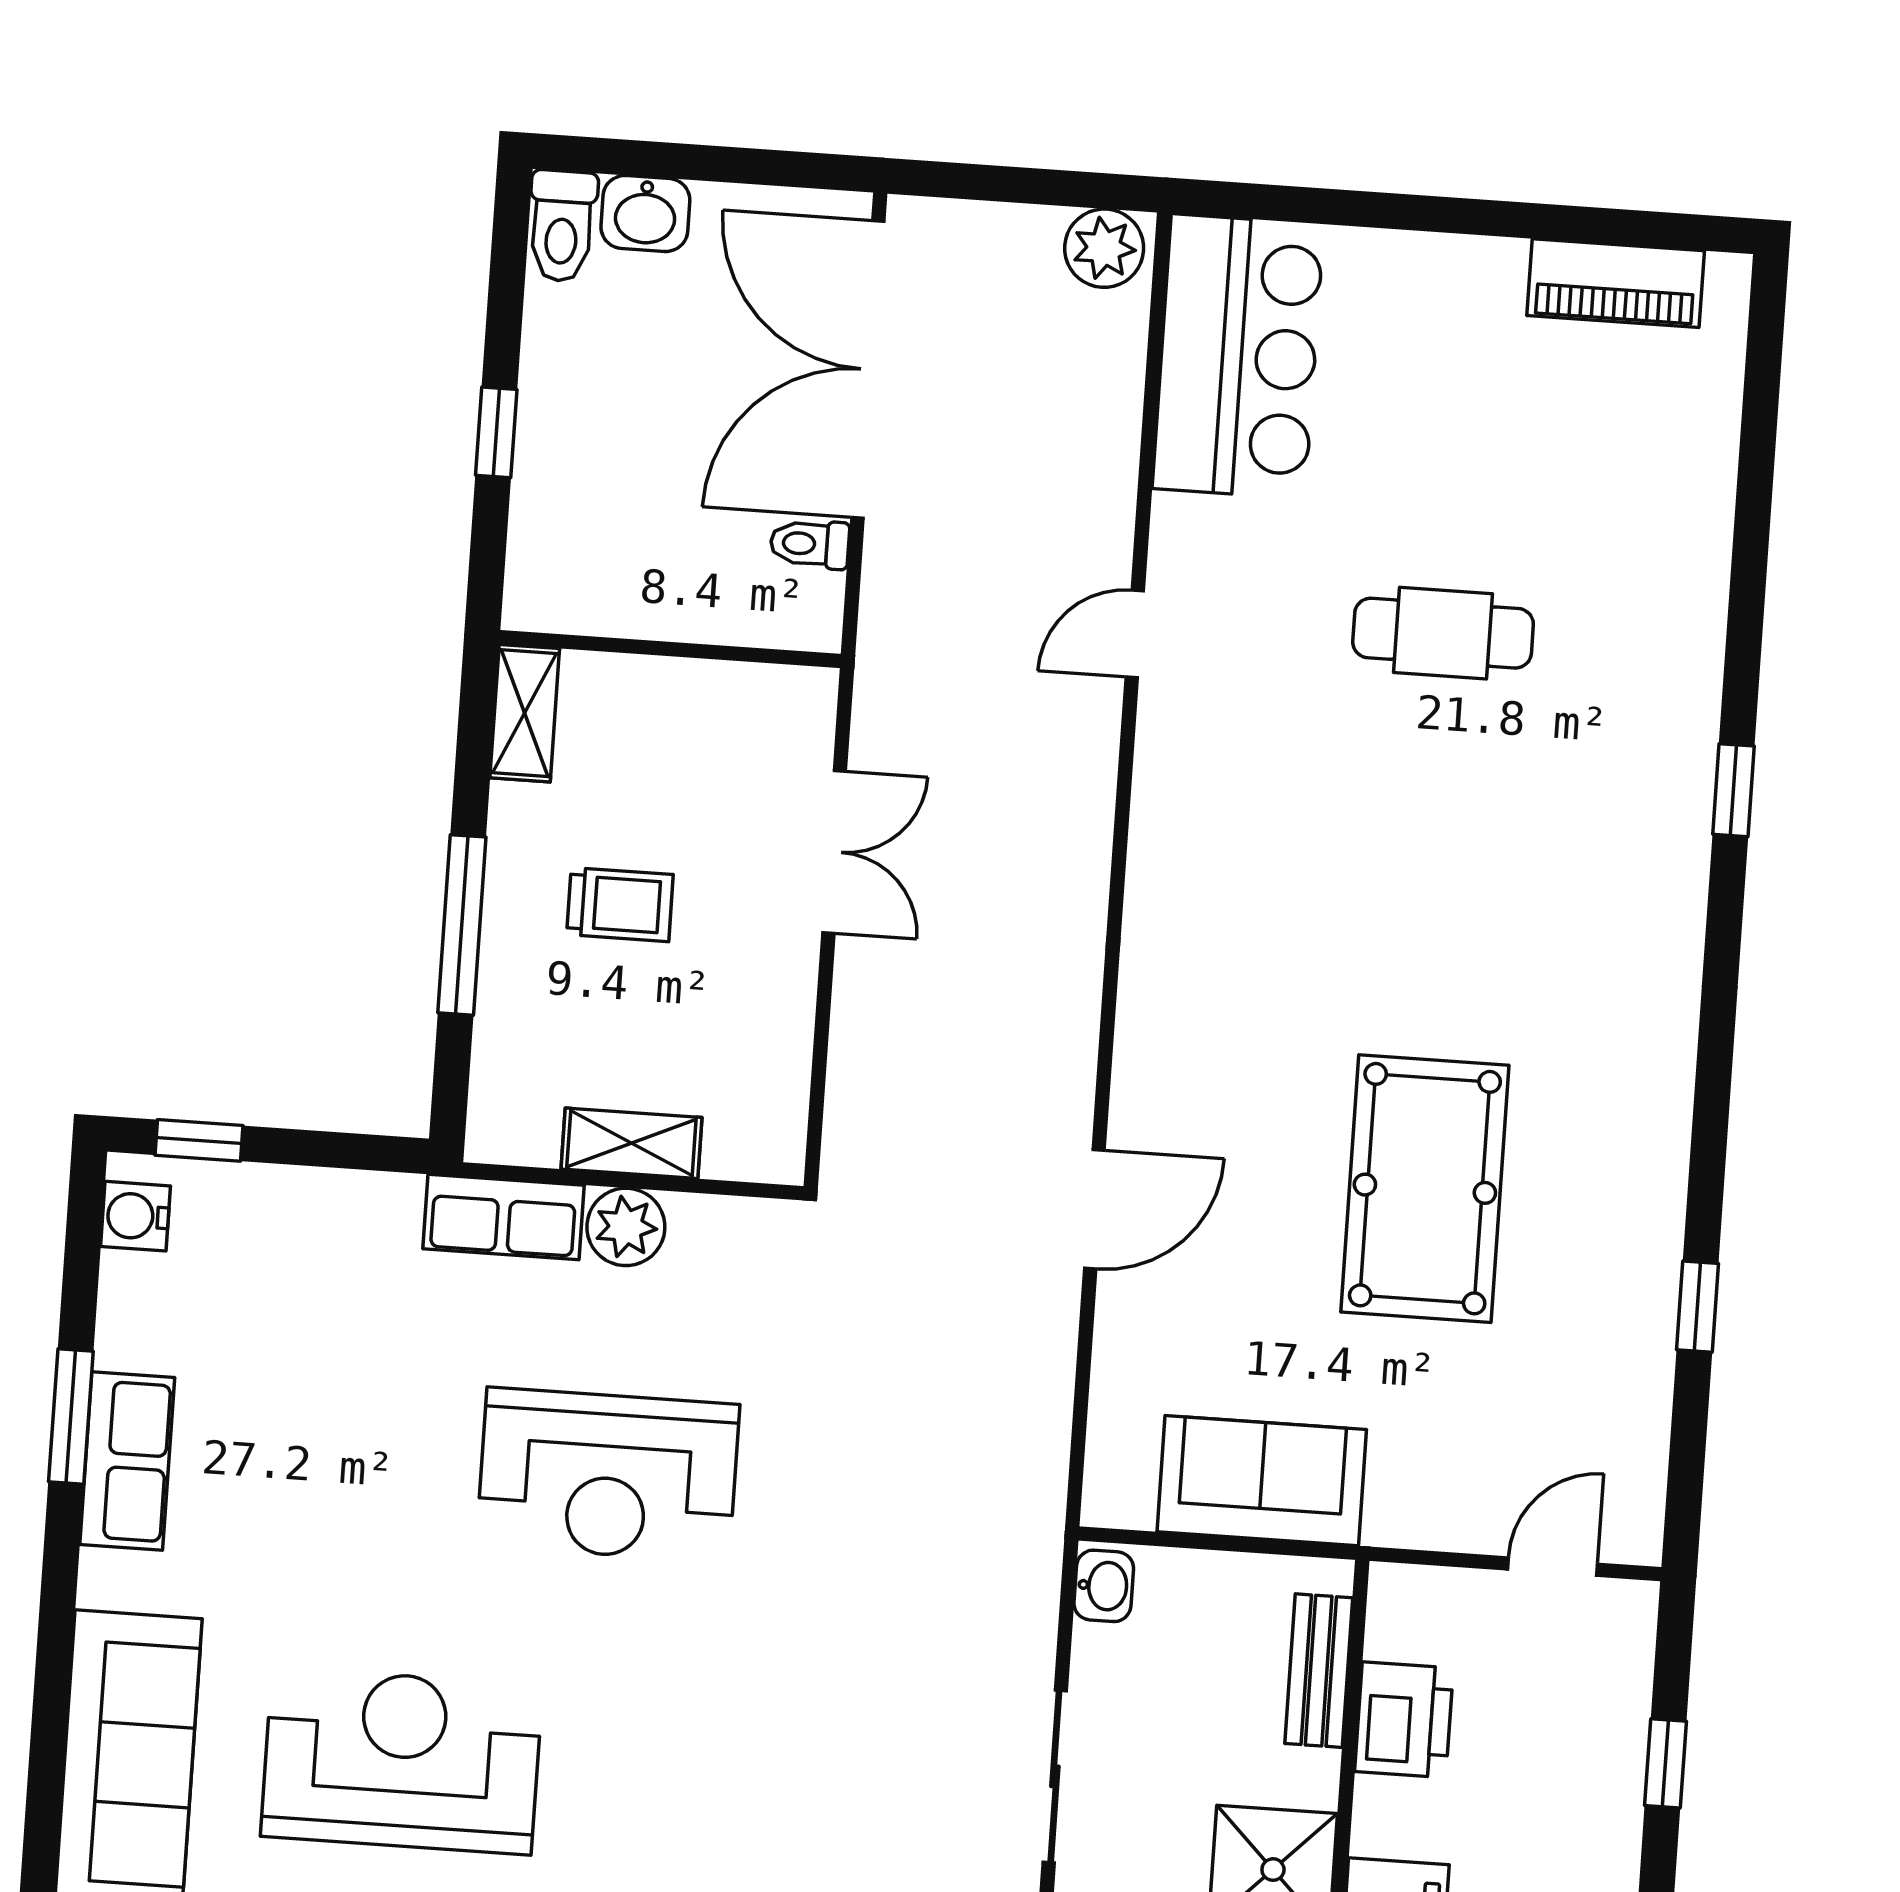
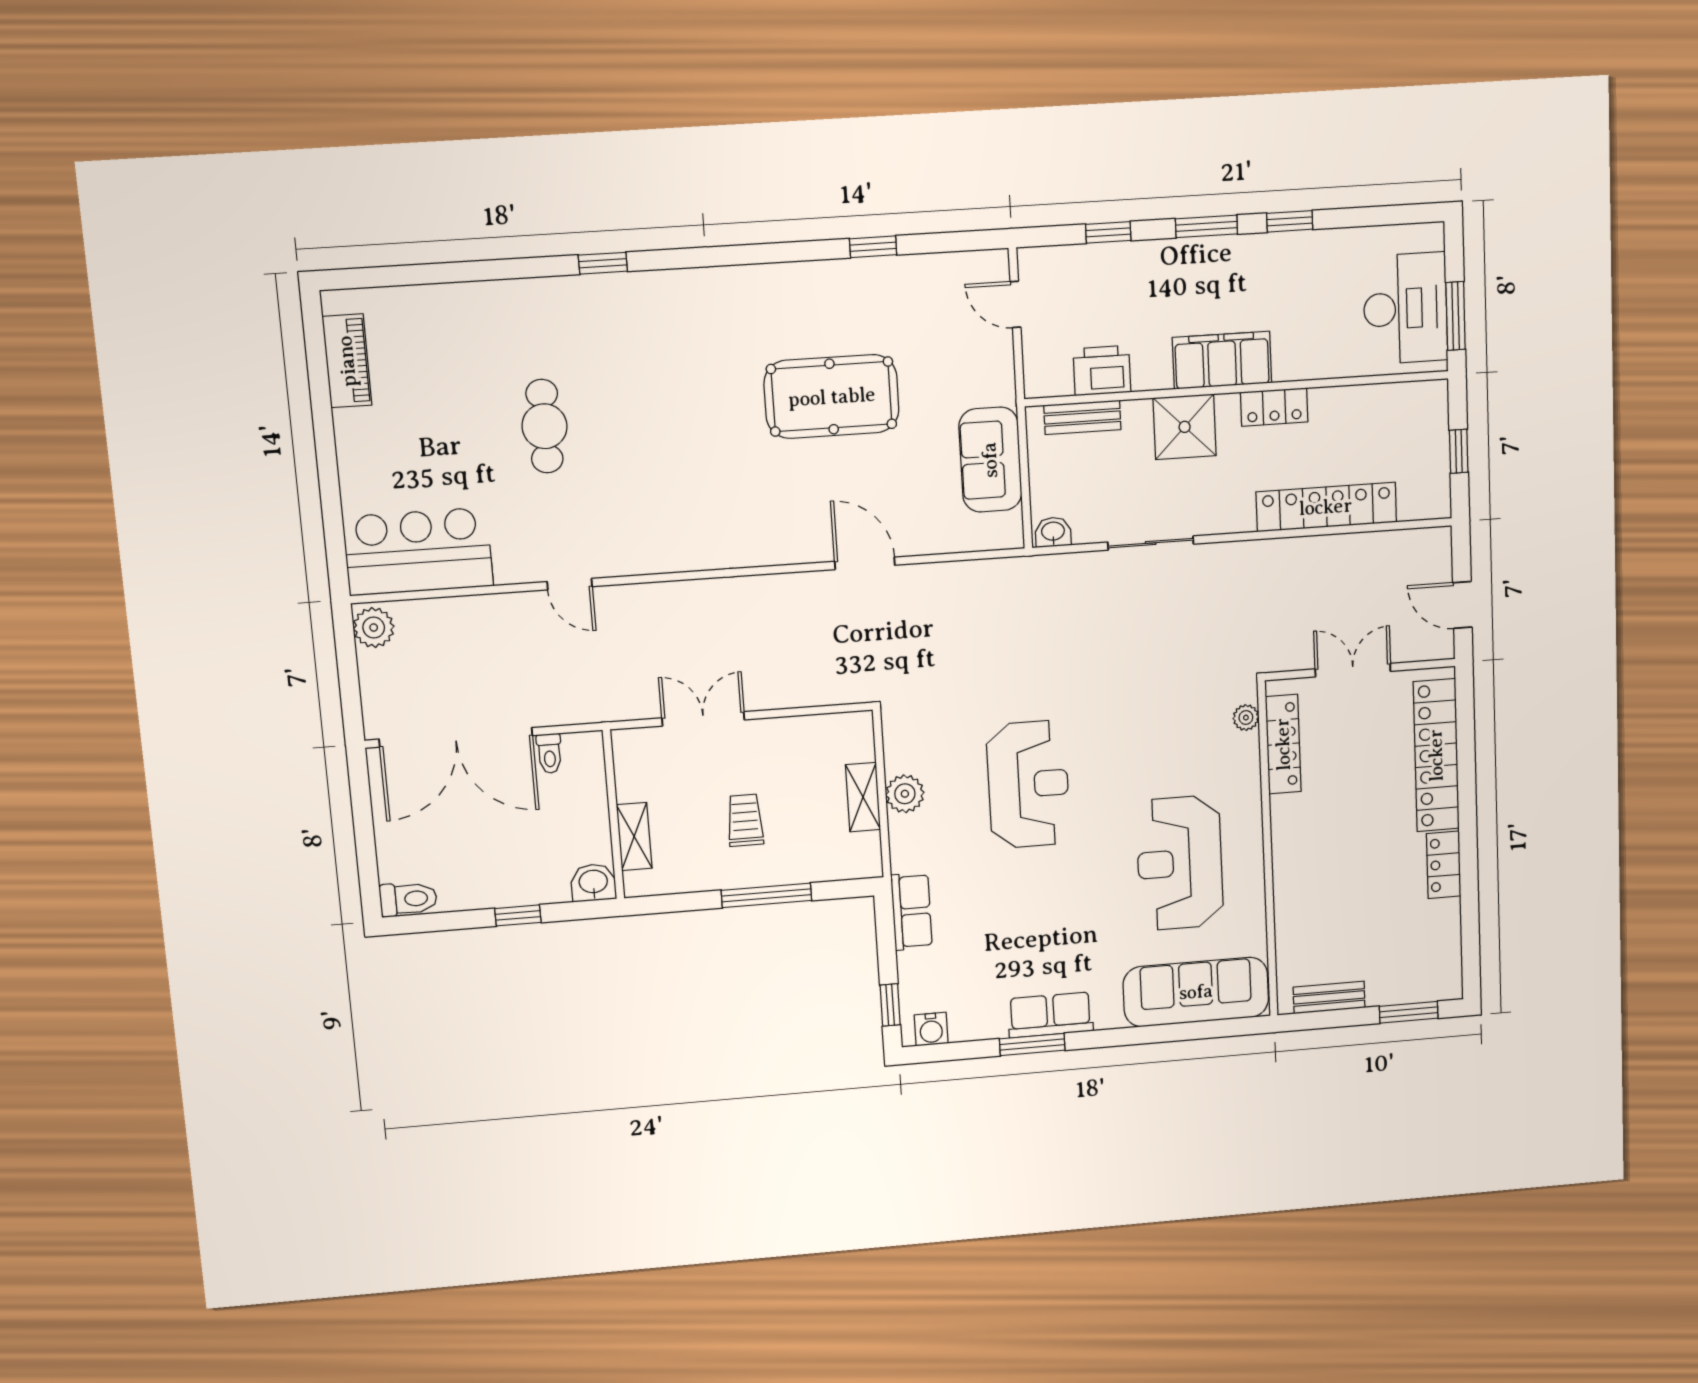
washbasin: (645, 213) -> (593, 883), moved, turned -90
shelving: (525, 713) -> (634, 837), moved, turned 90
row of seats: (503, 1217) -> (912, 911), moved

